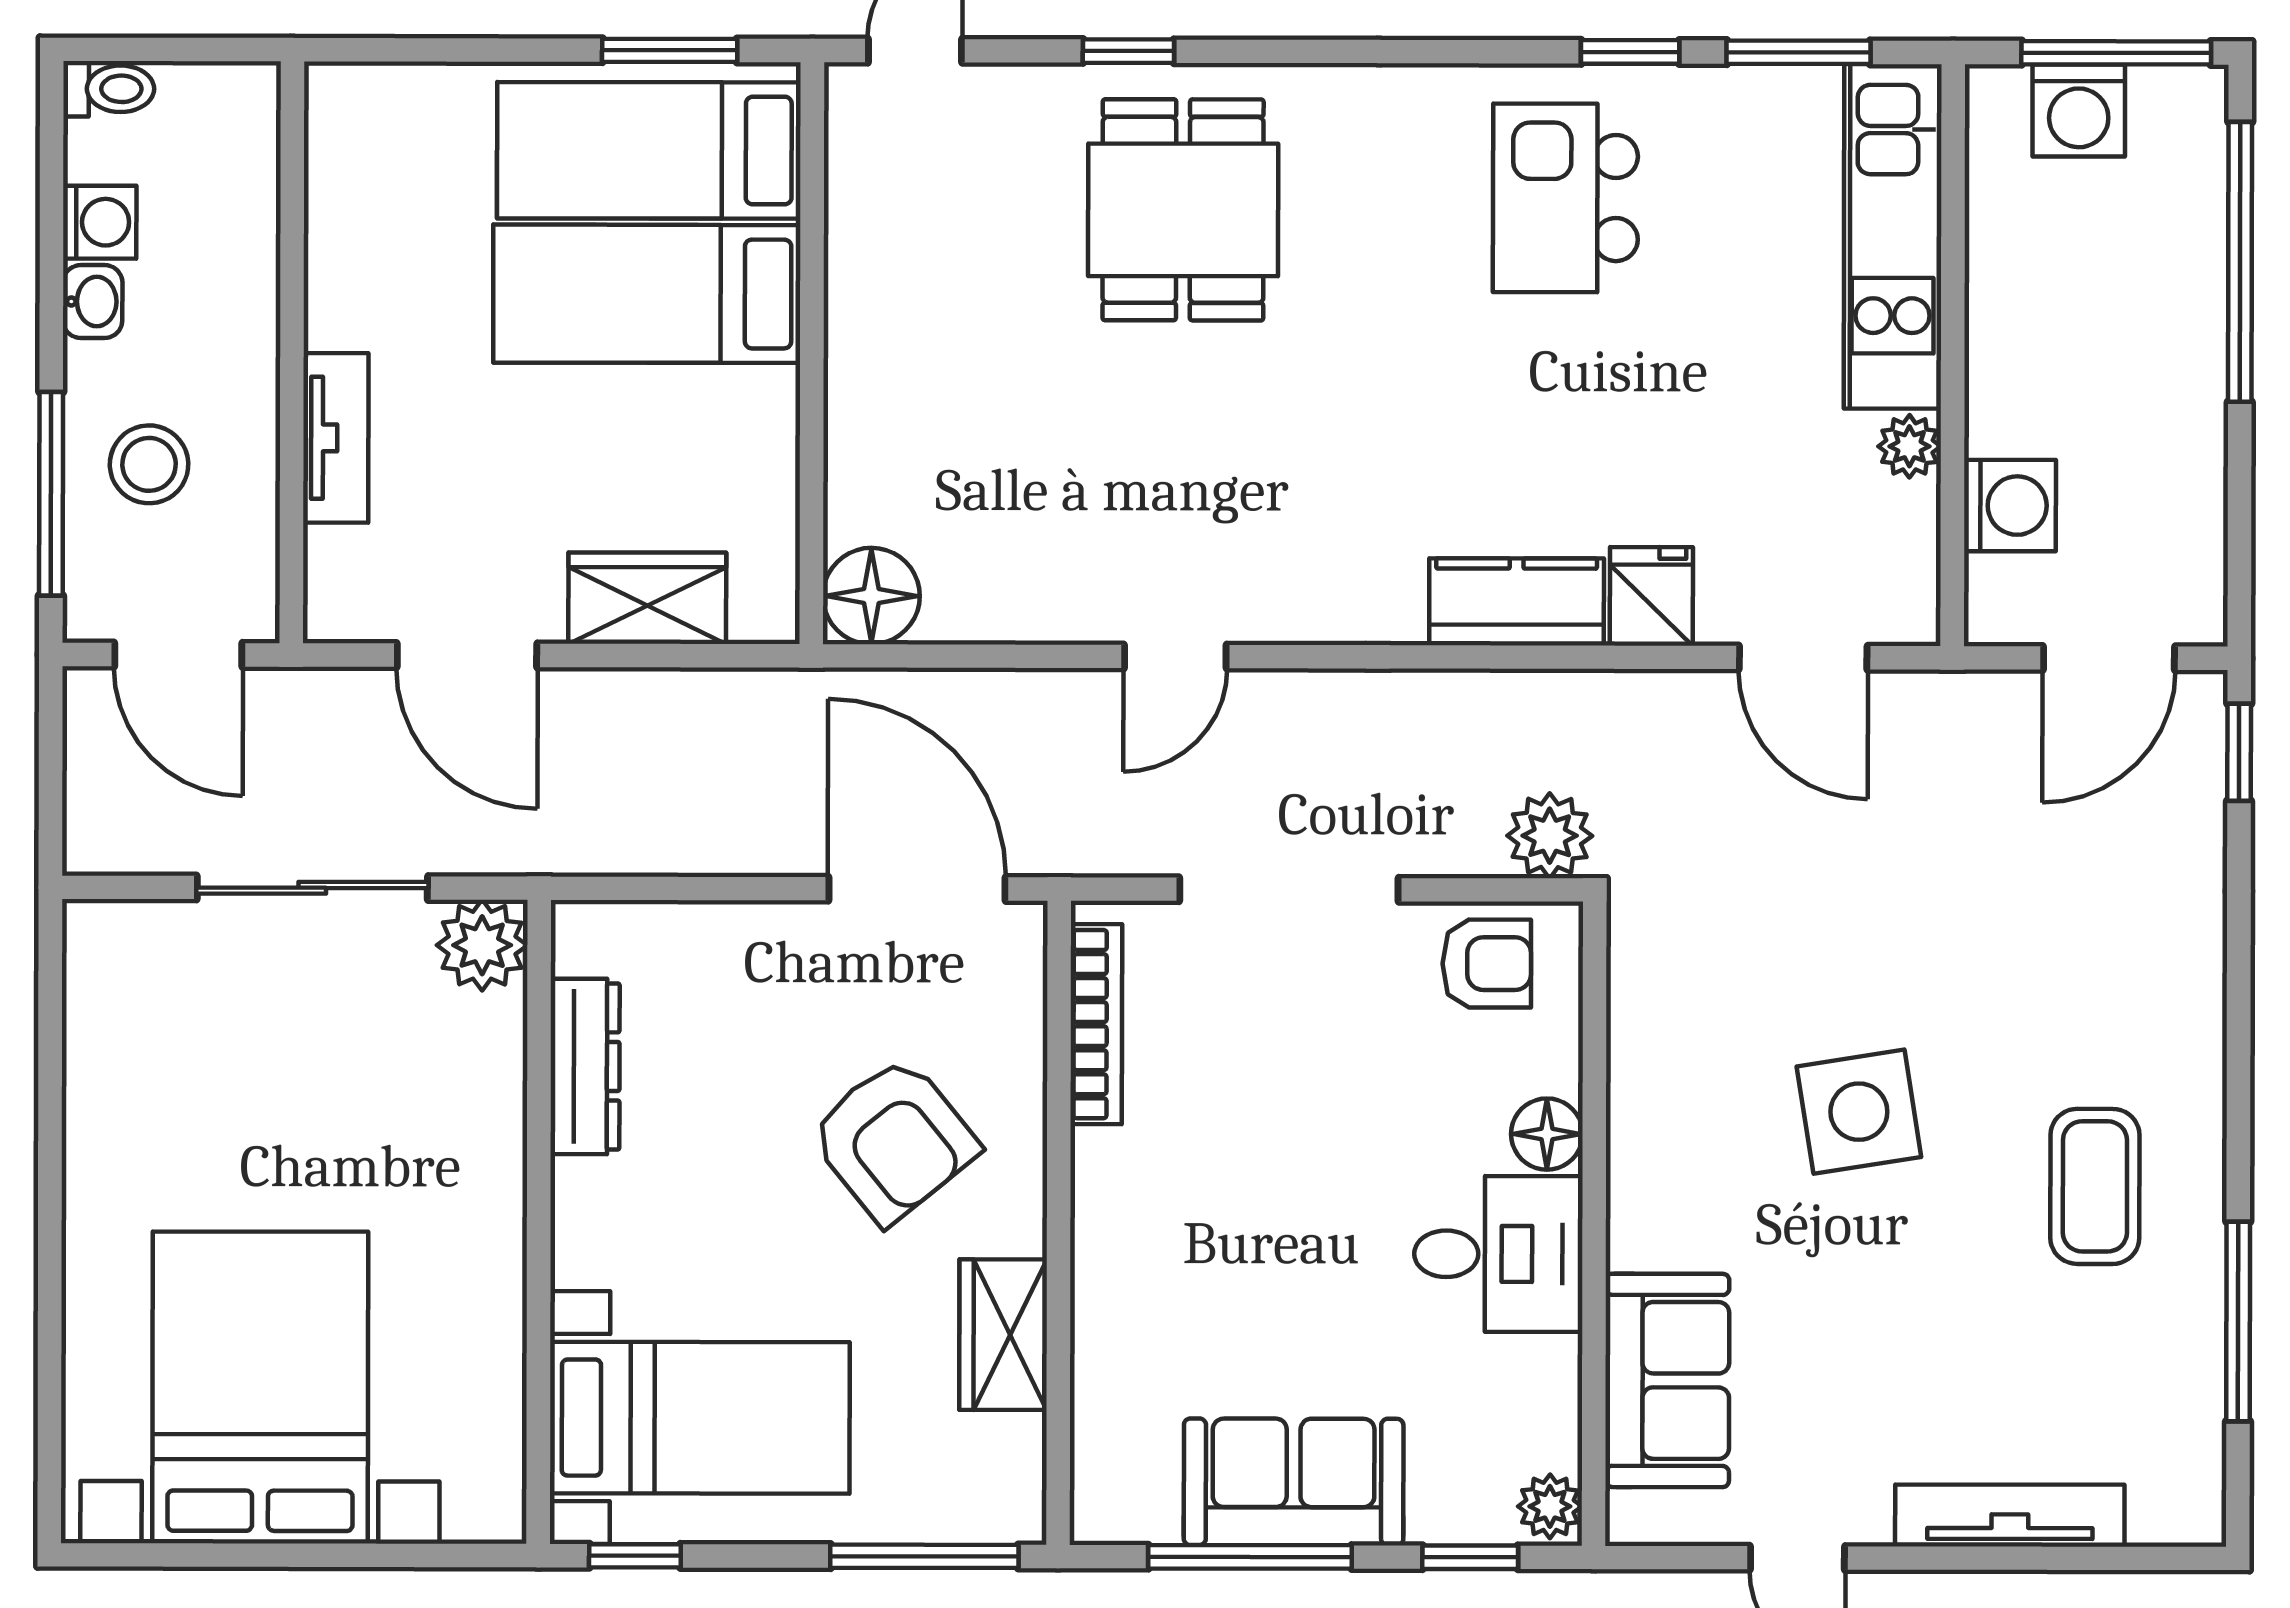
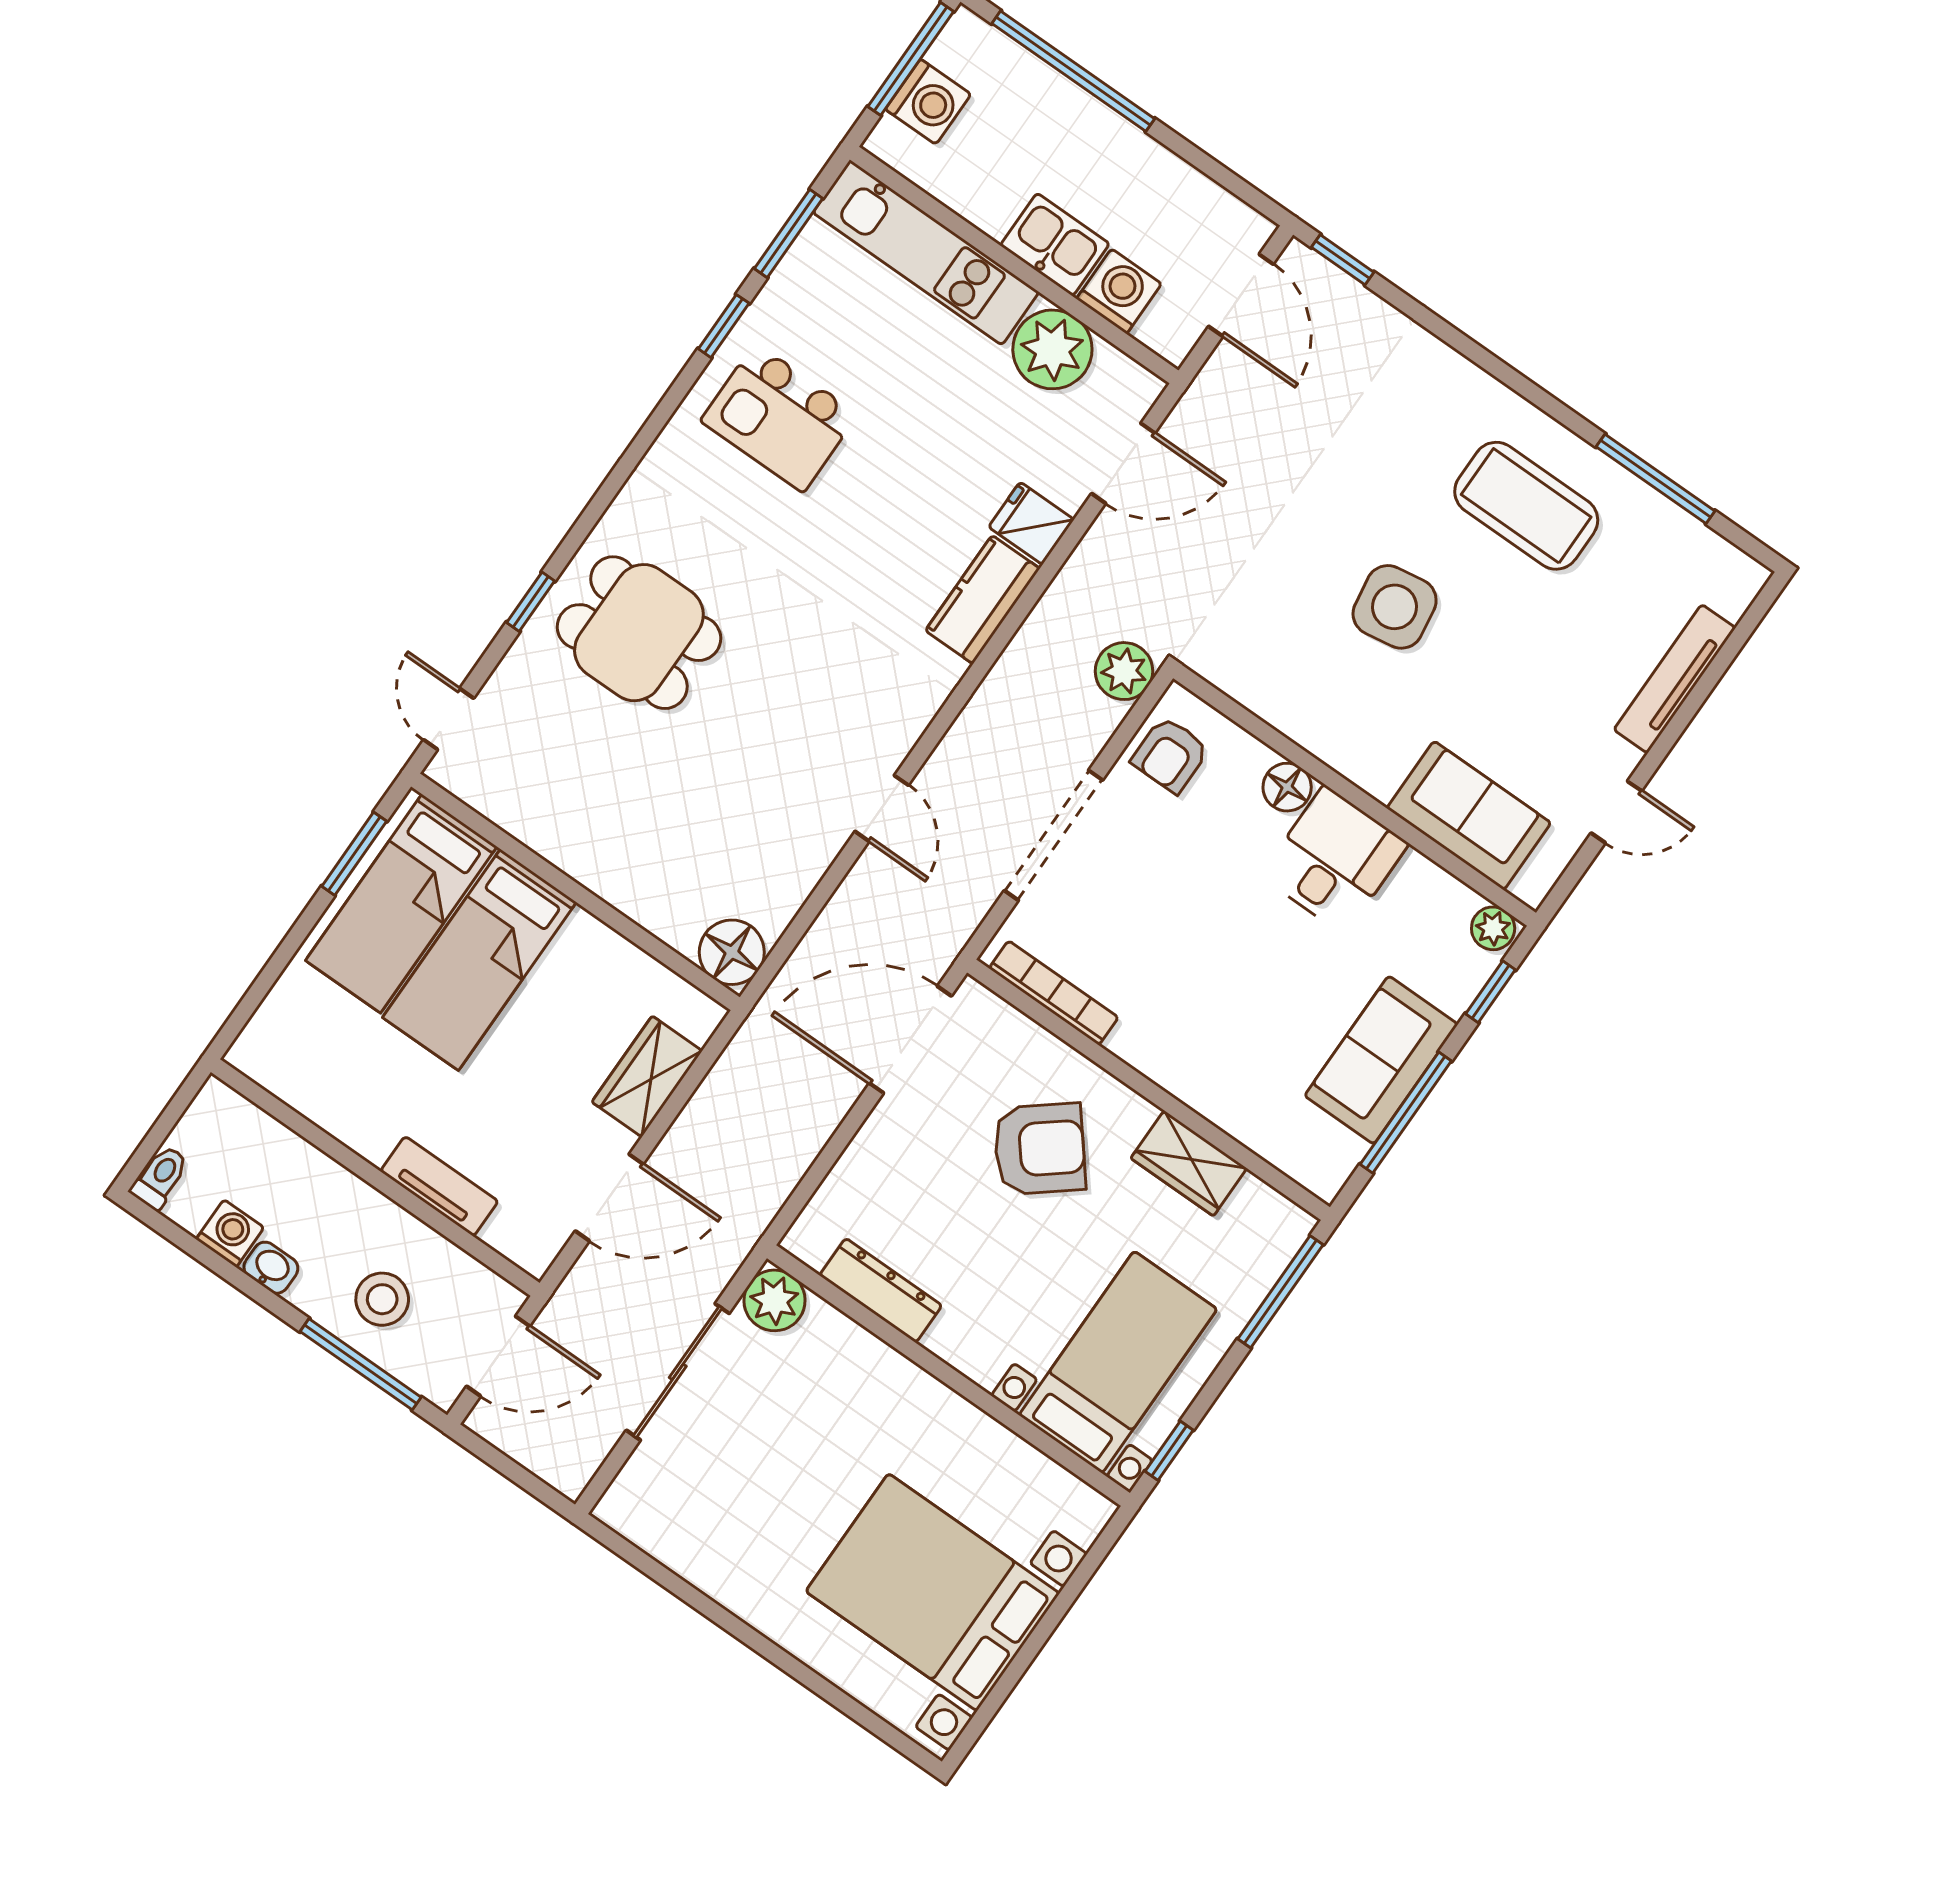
kitchen sink: (2012, 387) -> (1055, 244), added
plant: (1909, 446) -> (1052, 349), width x1.88, depth x1.88
armchair: (1487, 964) -> (1170, 755), turned 180
coffee table: (2095, 1186) -> (1526, 506), width x1.36, depth x1.32

